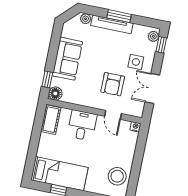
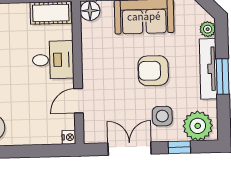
plant: (153, 36) -> (198, 126), width x1.87, depth x1.87
window: (161, 45) -> (179, 147), moved
armchair: (113, 84) -> (153, 71), moved

